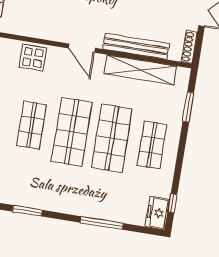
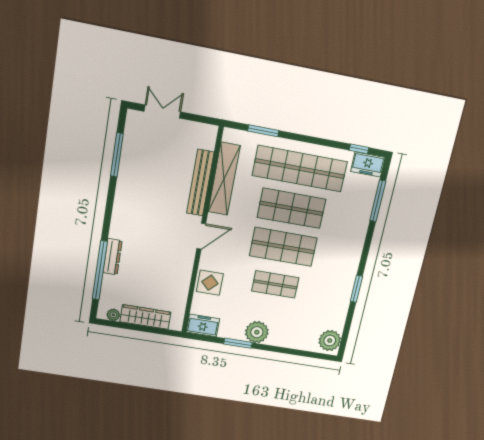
shoe rack: (189, 47) -> (202, 128), removed
shop shelf: (152, 145) -> (300, 169), width x2.00, depth x1.36
window: (102, 223) -> (378, 201), moved

